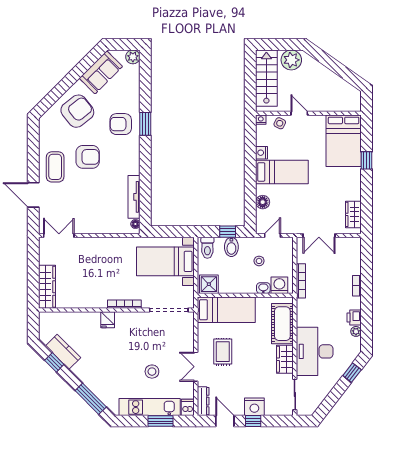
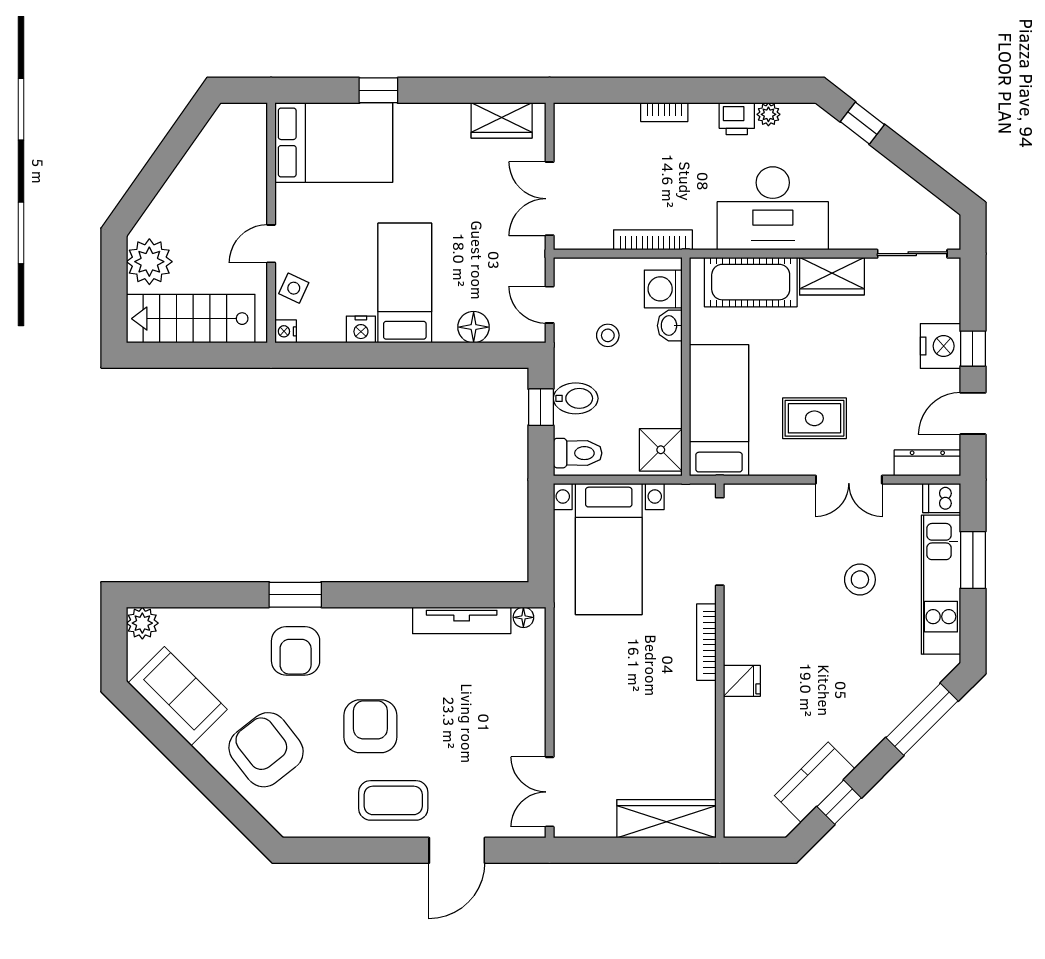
double door: (319, 235) -> (550, 199), swing flipped
desk: (315, 351) -> (773, 208), moved

